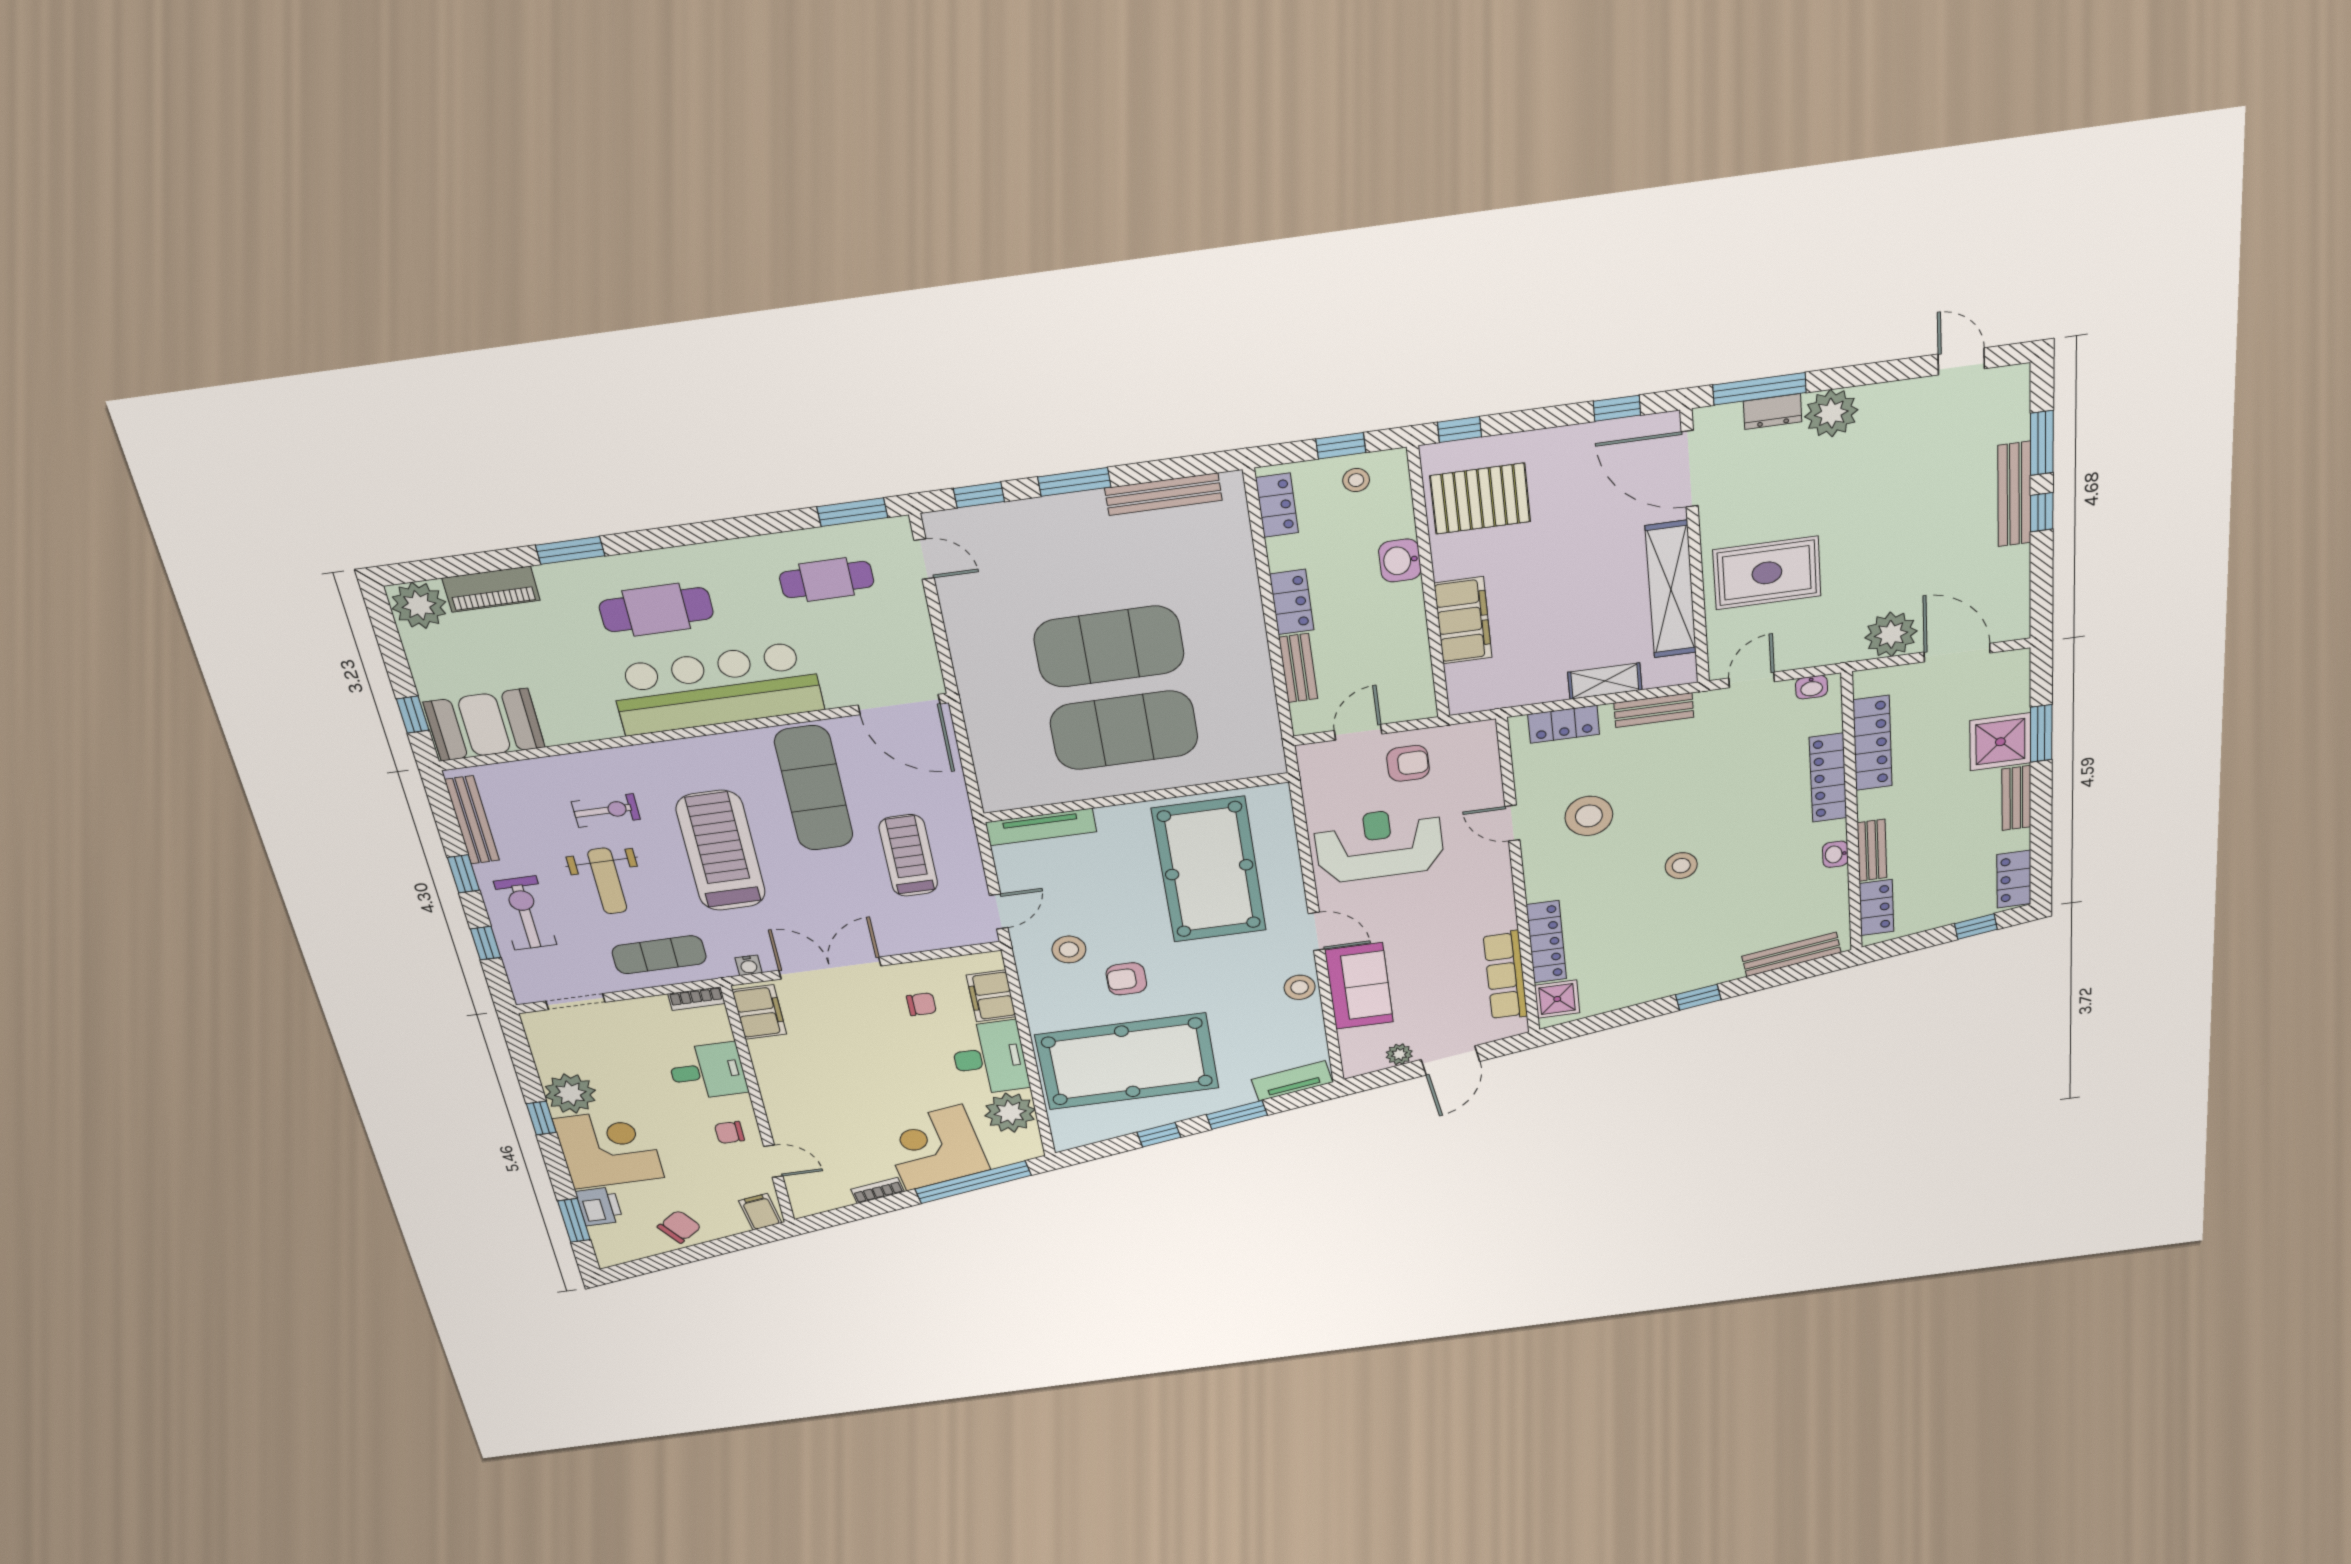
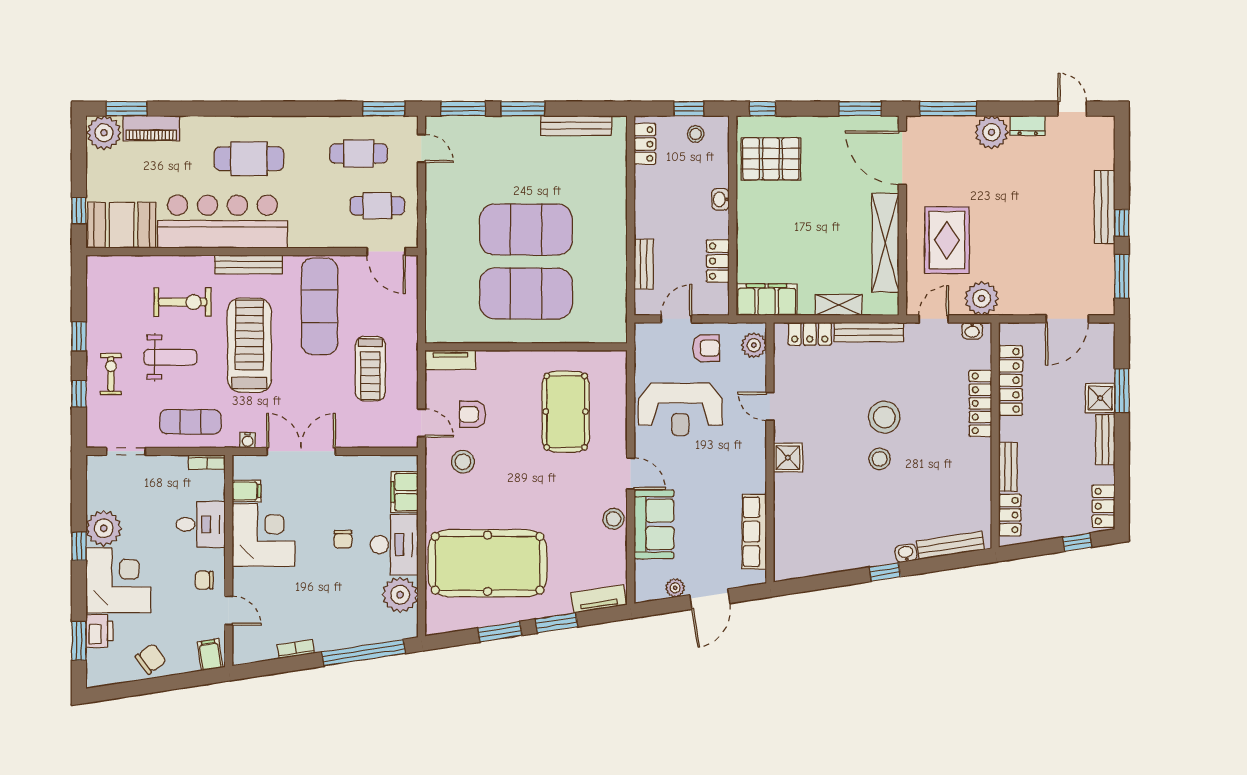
window: (1617, 408) -> (860, 109), width x1.50
dresser: (1773, 412) -> (1028, 126), moved
window: (2042, 443) -> (1122, 276), moved
window: (979, 495) -> (463, 109), width x1.50
window: (570, 550) -> (127, 109), moved
washbasin: (1400, 560) -> (721, 199), width x0.72, depth x0.69
rug: (1767, 573) -> (947, 240), turned 90
locker: (1292, 602) -> (718, 261), moved, turned 180
filing cabinet: (1463, 620) -> (767, 300), moved, turned -90
plant: (1891, 634) -> (982, 298), moved
cafe table: (872, 646) -> (377, 206), added
door: (1957, 653) -> (1067, 319), swing flipped
bar counter: (716, 689) -> (222, 222), moved
door: (899, 705) -> (386, 252), width x0.73
bench: (1654, 710) -> (869, 332), width x1.36
shower: (2000, 742) -> (1100, 398), width x0.73, depth x0.73
plant: (1480, 750) -> (754, 345), added
exercise bike: (606, 810) -> (183, 302), width x1.38, depth x1.39
stool: (1589, 816) -> (884, 417), moved
bench: (472, 820) -> (248, 265), moved, turned 90
tv unit: (1041, 827) -> (450, 360), width x0.71
reception desk: (1379, 844) -> (680, 409), turned 180
washbasin: (1835, 854) -> (906, 553), moved, turned 81
treadmill: (908, 855) -> (370, 369), turned 180
pool table: (1209, 870) -> (566, 412), width x0.73, depth x0.76
weight bench: (607, 881) -> (170, 357), turned -90
door: (999, 911) -> (421, 423), hinge flipped
exercise bike: (525, 913) -> (111, 374), width x0.73, depth x0.72
locker: (1546, 942) -> (784, 508), removed
armchair: (1126, 979) -> (473, 414), moved
shower: (1557, 999) -> (788, 458), moved
chair: (921, 1004) -> (343, 539), moved, turned 90
filing cabinet: (759, 1012) -> (247, 491), width x0.50
window: (1159, 1135) -> (500, 632), width x1.50
corner desk: (934, 1148) -> (264, 535), moved, turned 99

